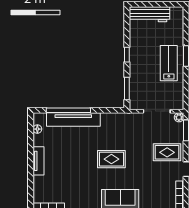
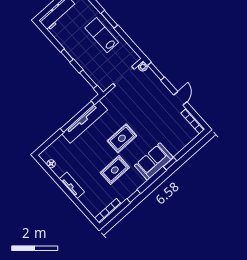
window: (68, 110) -> (77, 117), moved
tv unit: (73, 120) -> (85, 122), moved
rug: (167, 152) -> (115, 170), moved

